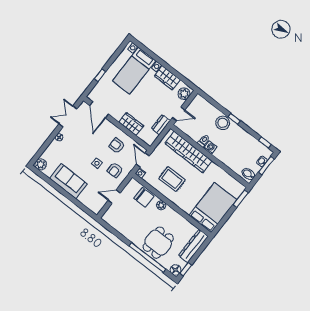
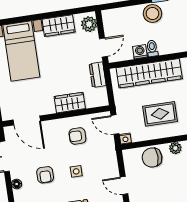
washing machine: (210, 148) -> (140, 52), moved
armchair: (115, 170) -> (45, 175), moved
door: (114, 197) -> (124, 185), hinge flipped
chair: (144, 197) -> (152, 157), turned 180

